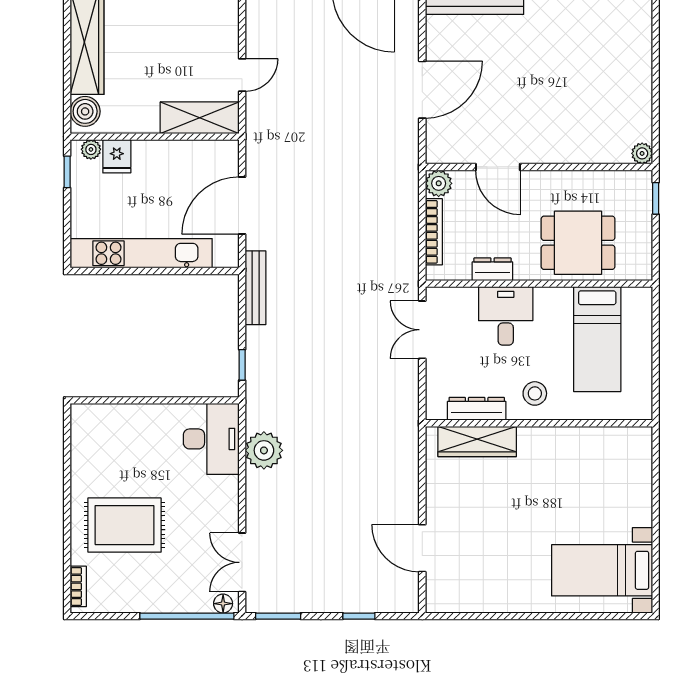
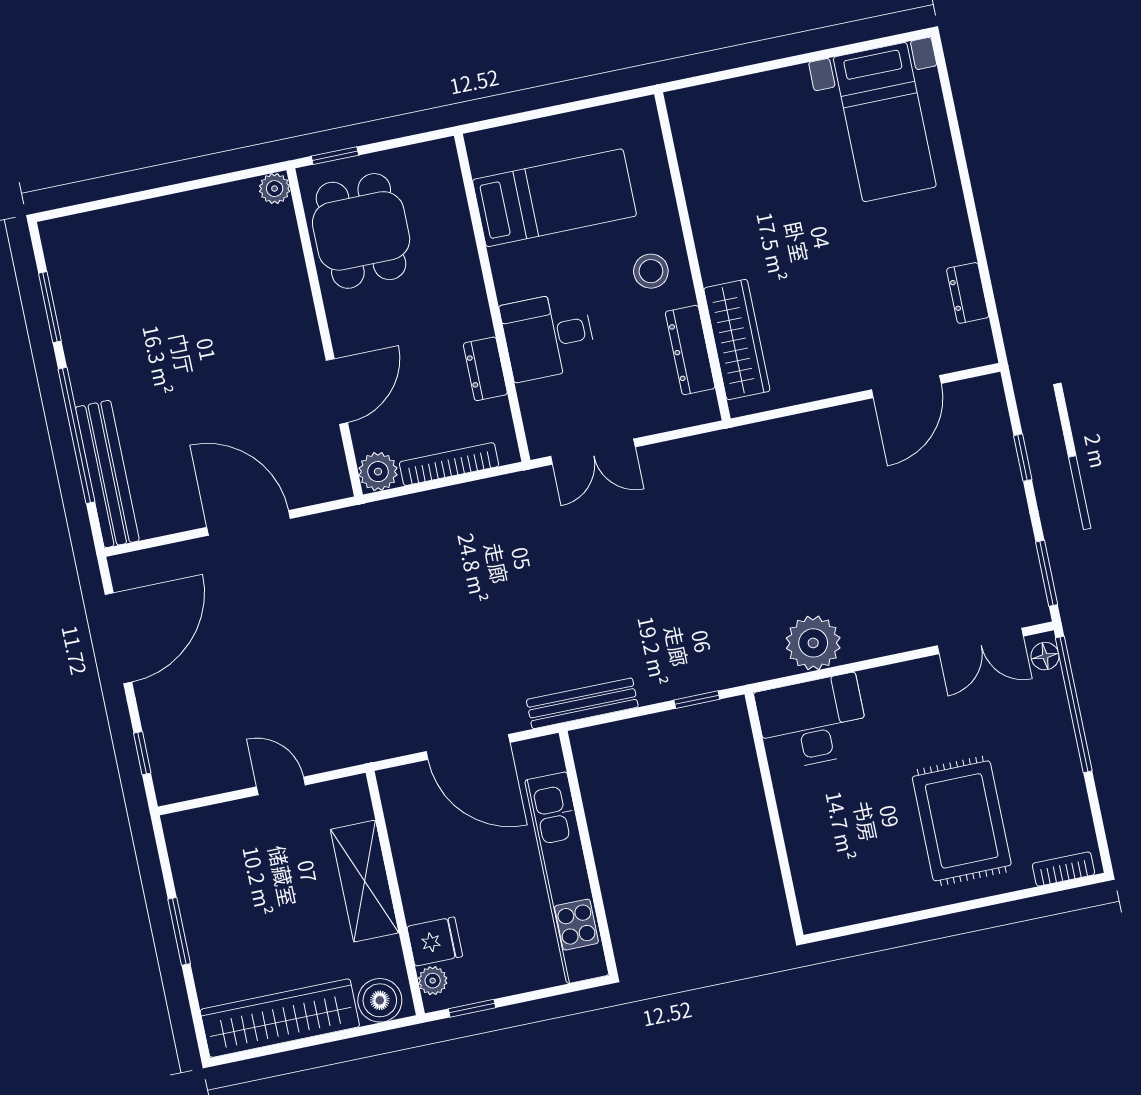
shelving: (200, 118) -> (365, 881), moved
dining table: (578, 243) -> (361, 231), moved
dresser: (476, 602) -> (968, 293), added

